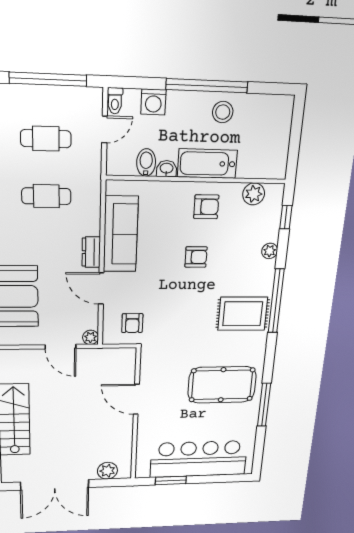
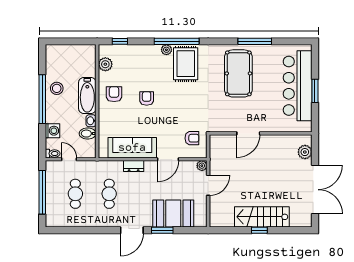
plant: (270, 251) -> (166, 50), moved
dresser: (91, 252) -> (134, 166), moved
window: (171, 480) -> (315, 91), moved

